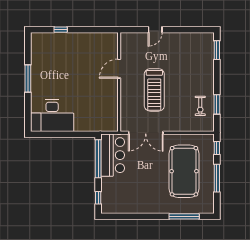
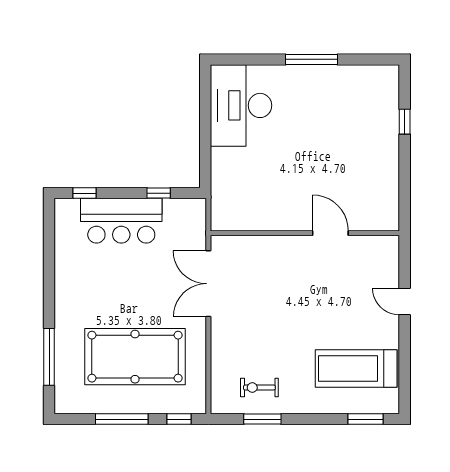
treadmill: (154, 90) -> (356, 368), moved
bar counter: (113, 155) -> (121, 221), moved
window: (98, 159) -> (159, 193), width x0.32

